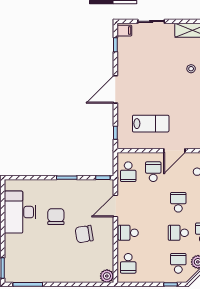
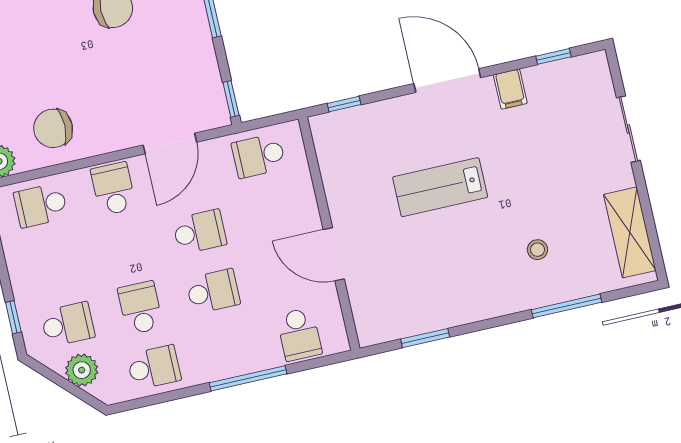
filing cabinet: (124, 31) -> (510, 89), moved
lab bench: (151, 124) -> (440, 187), moved, turned 90
school desk: (153, 172) -> (200, 232), moved
door: (115, 206) -> (170, 144), swing flipped
chair: (84, 234) -> (53, 128), moved, turned -81

